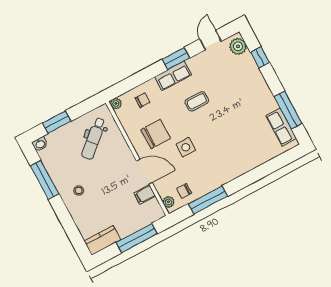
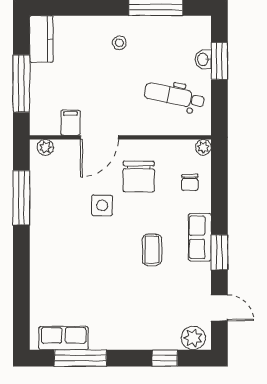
dental chair: (94, 139) -> (174, 96), turned -36
washbasin: (40, 144) -> (203, 59), moved
chair: (184, 191) -> (49, 174), removed

